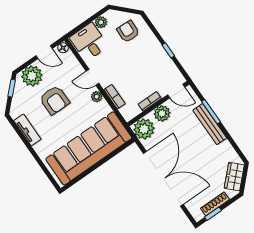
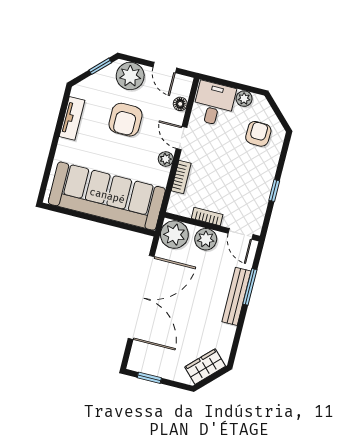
floor lamp: (63, 48) -> (180, 104), moved
shoe rack: (215, 204) -> (161, 371), removed

